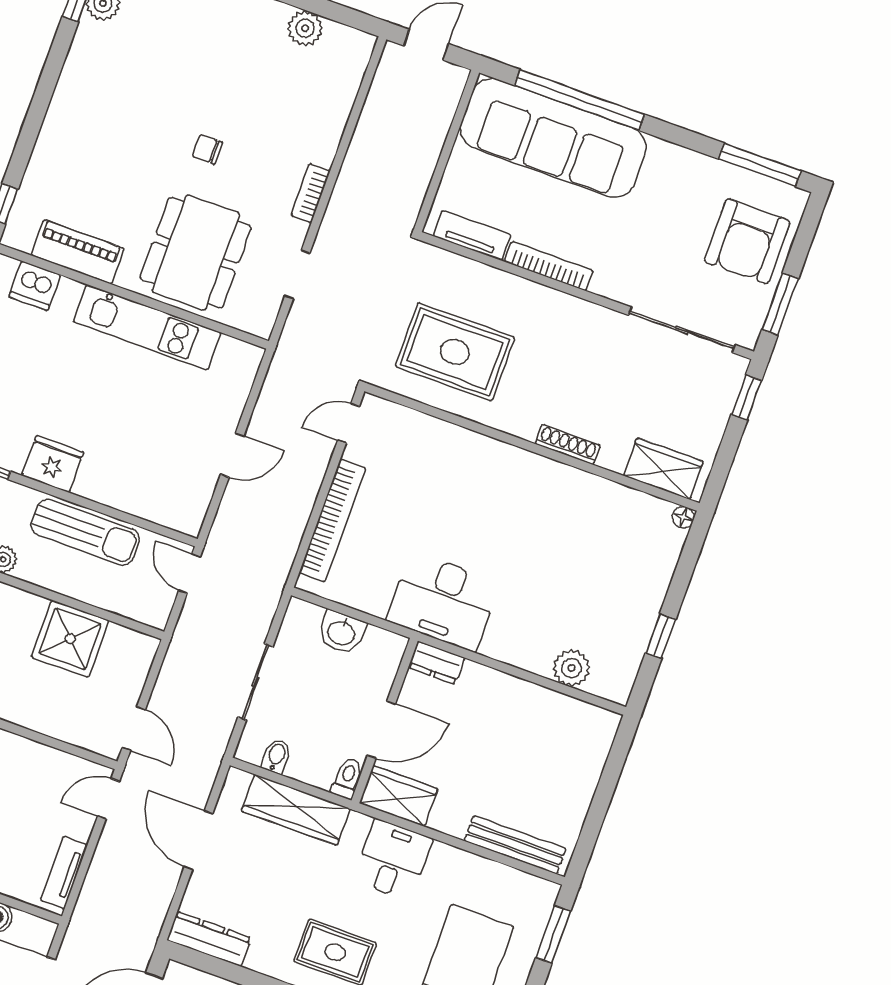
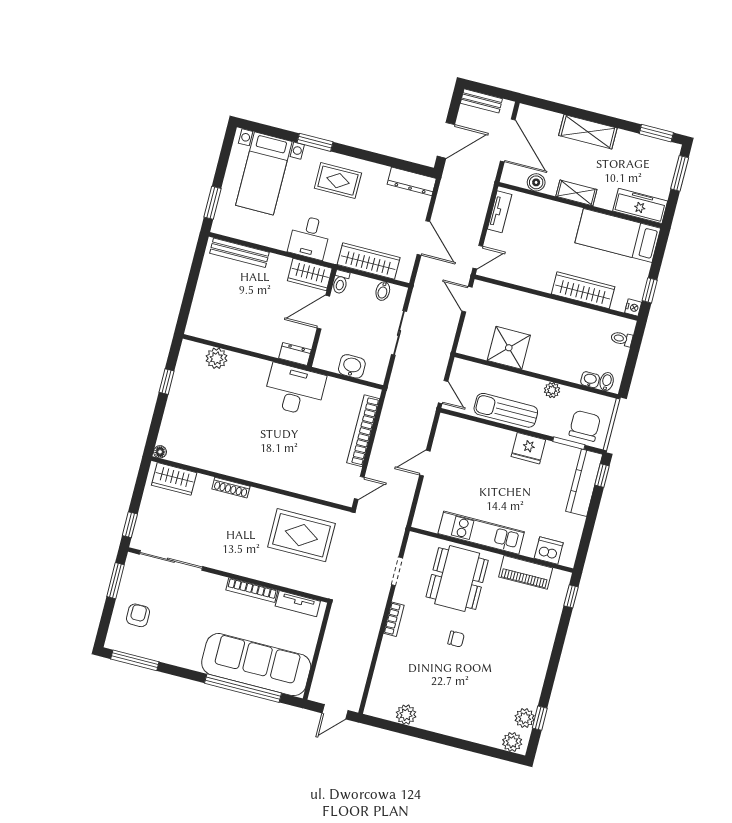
armchair: (747, 241) -> (138, 615), width x0.53, depth x0.53

